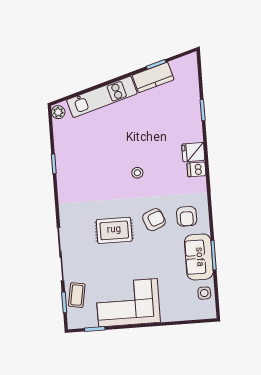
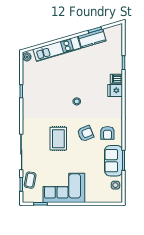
dishwasher: (196, 169) -> (116, 79), moved
rug: (114, 230) -> (58, 139), turned 90

